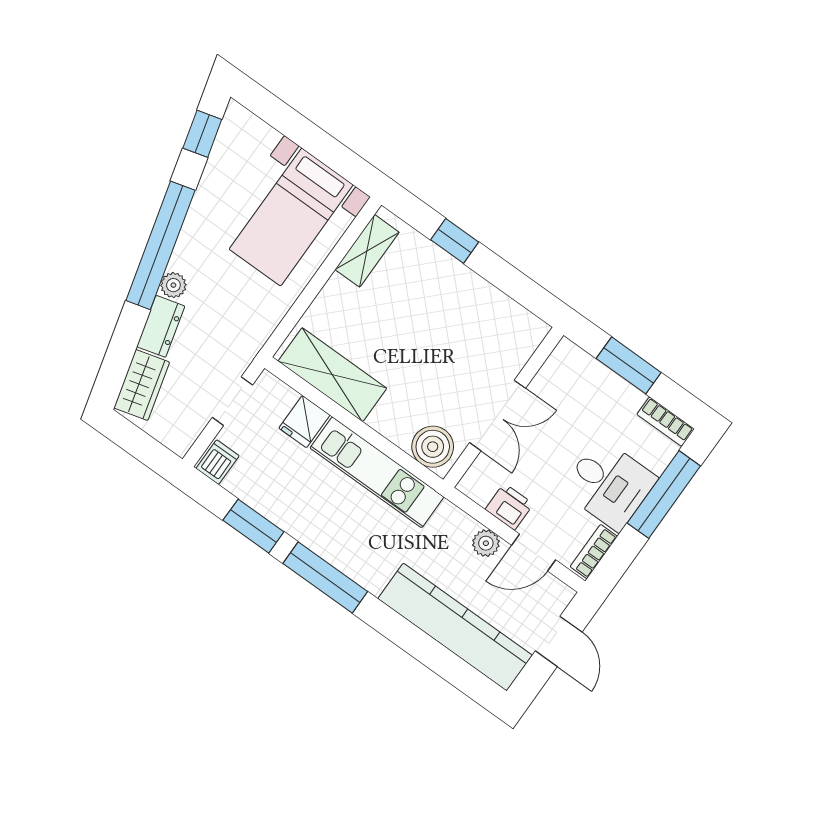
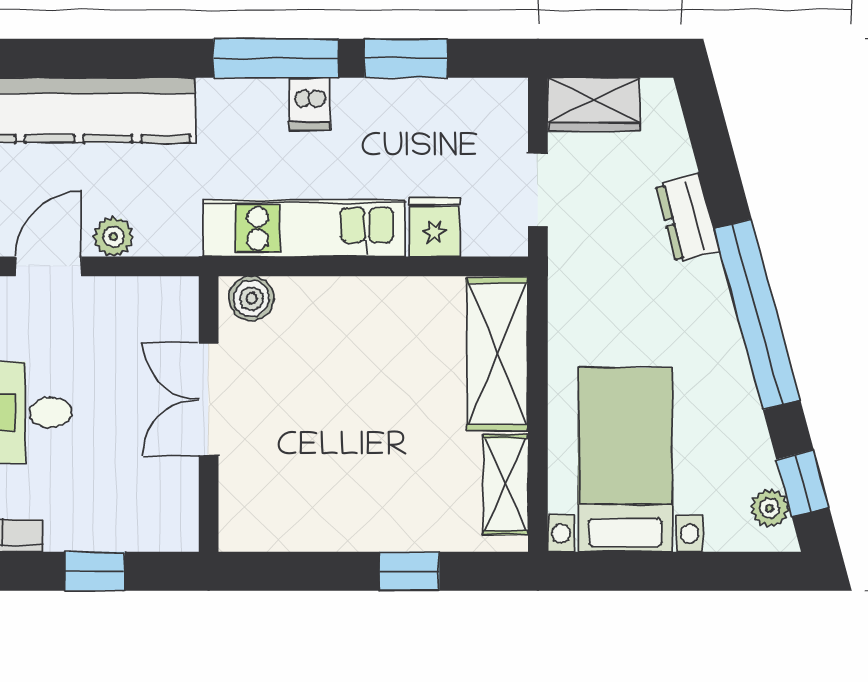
plant: (173, 285) -> (770, 508), moved
window: (629, 365) -> (95, 571), width x0.67
shelving: (332, 375) -> (498, 354), moved, turned 90
wardrobe: (142, 385) -> (594, 104), moved, turned -75
boiler: (433, 447) -> (251, 298), width x0.73, depth x0.73
dishwasher: (218, 462) -> (310, 104), moved
printer: (509, 507) -> (117, 300), removed

